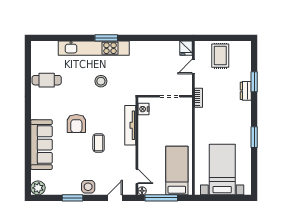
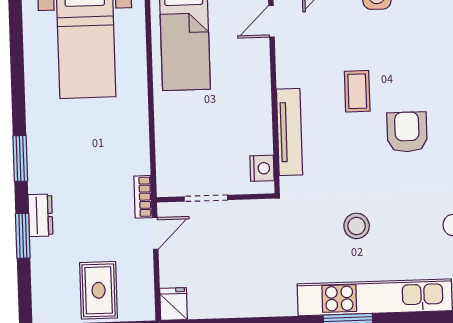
door: (193, 66) -> (155, 233), moved
window: (254, 137) -> (20, 158), moved
door: (137, 176) -> (272, 21), hinge flipped

